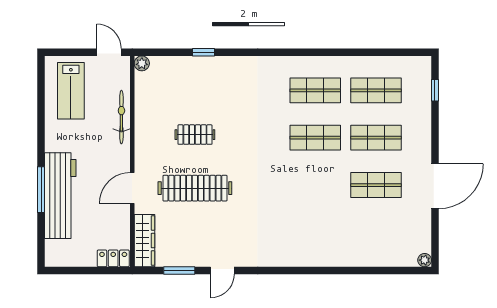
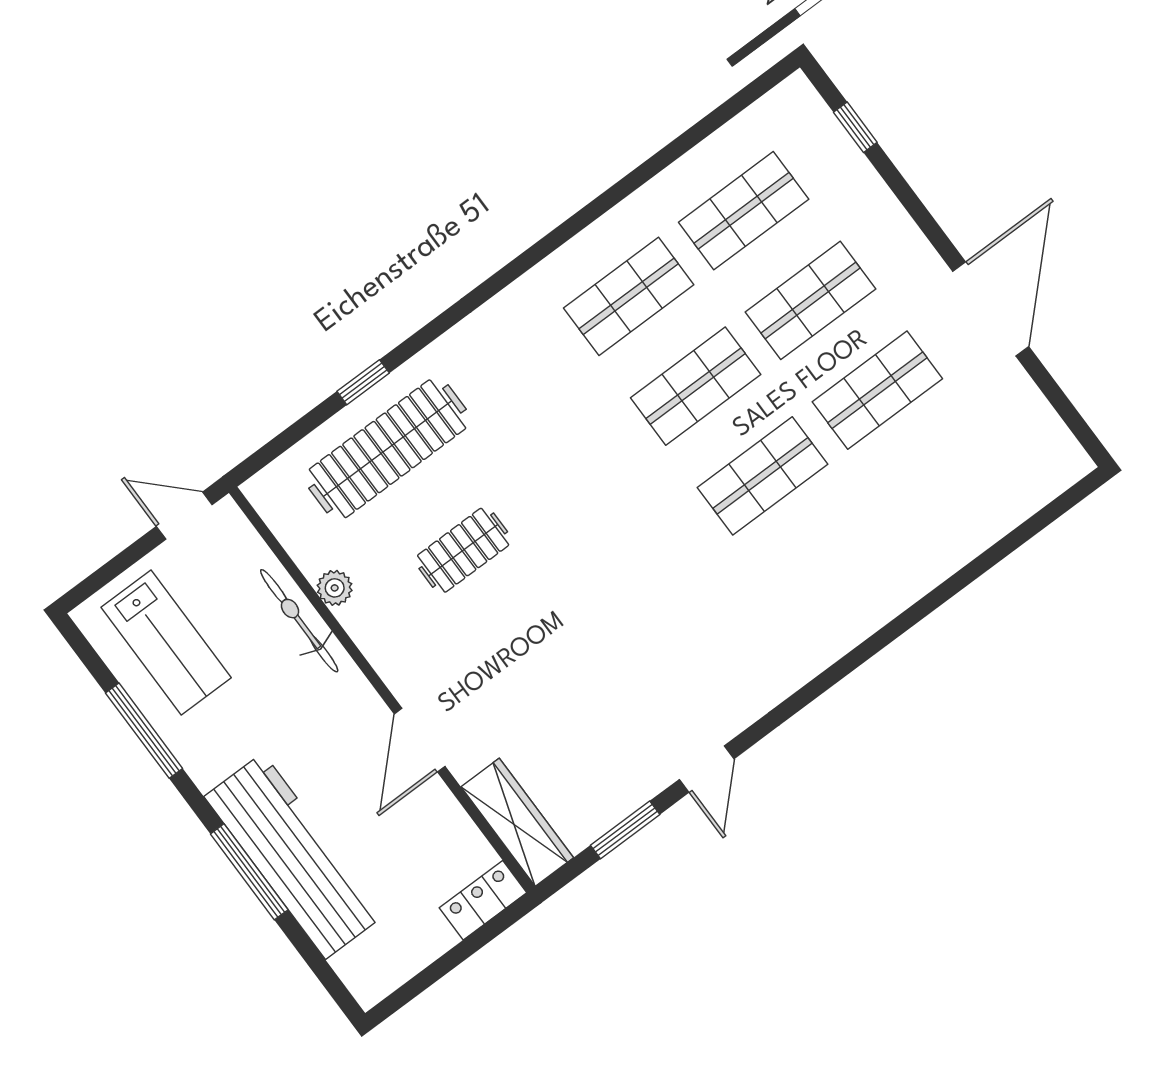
plant: (142, 63) -> (335, 588), moved
window: (41, 115) -> (144, 731), added
shop shelf: (315, 185) -> (762, 476), added
clothes rail: (195, 188) -> (388, 449), moved
plant: (425, 260) -> (1076, 464), removed

